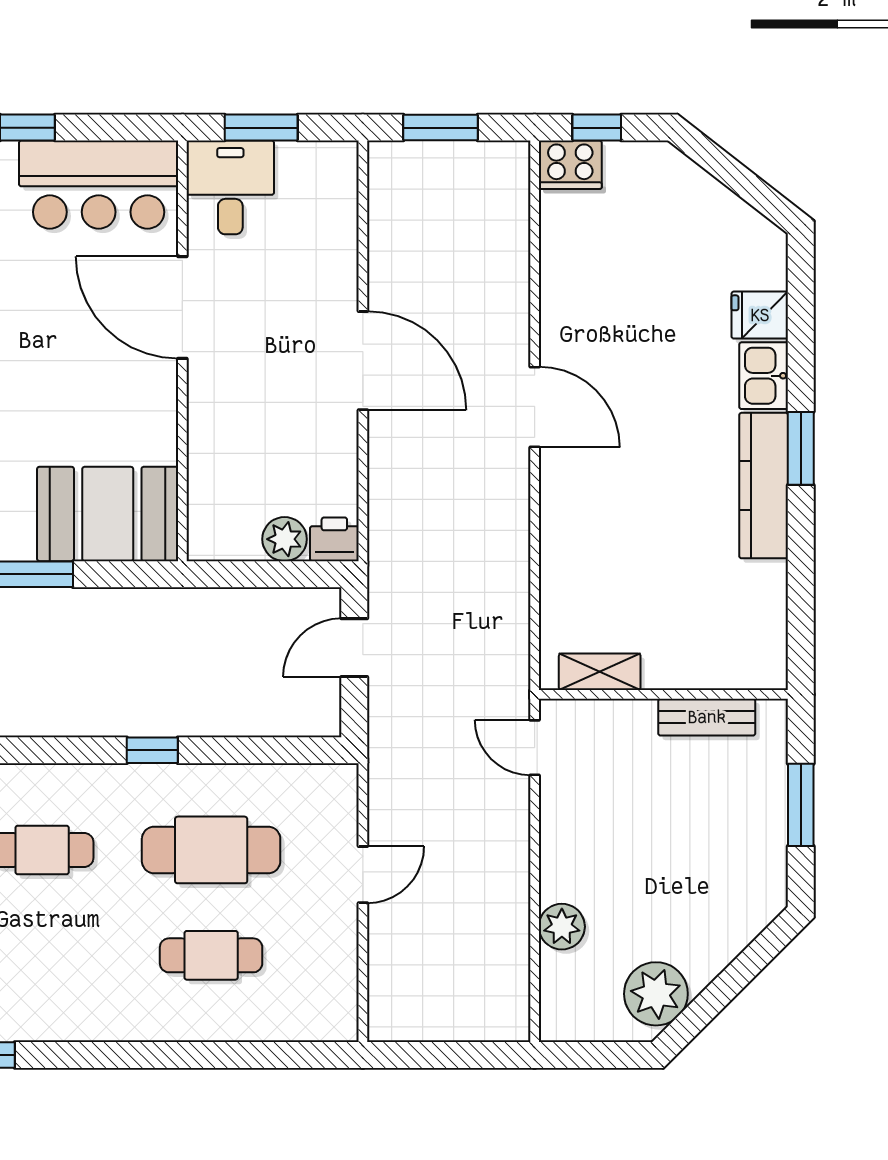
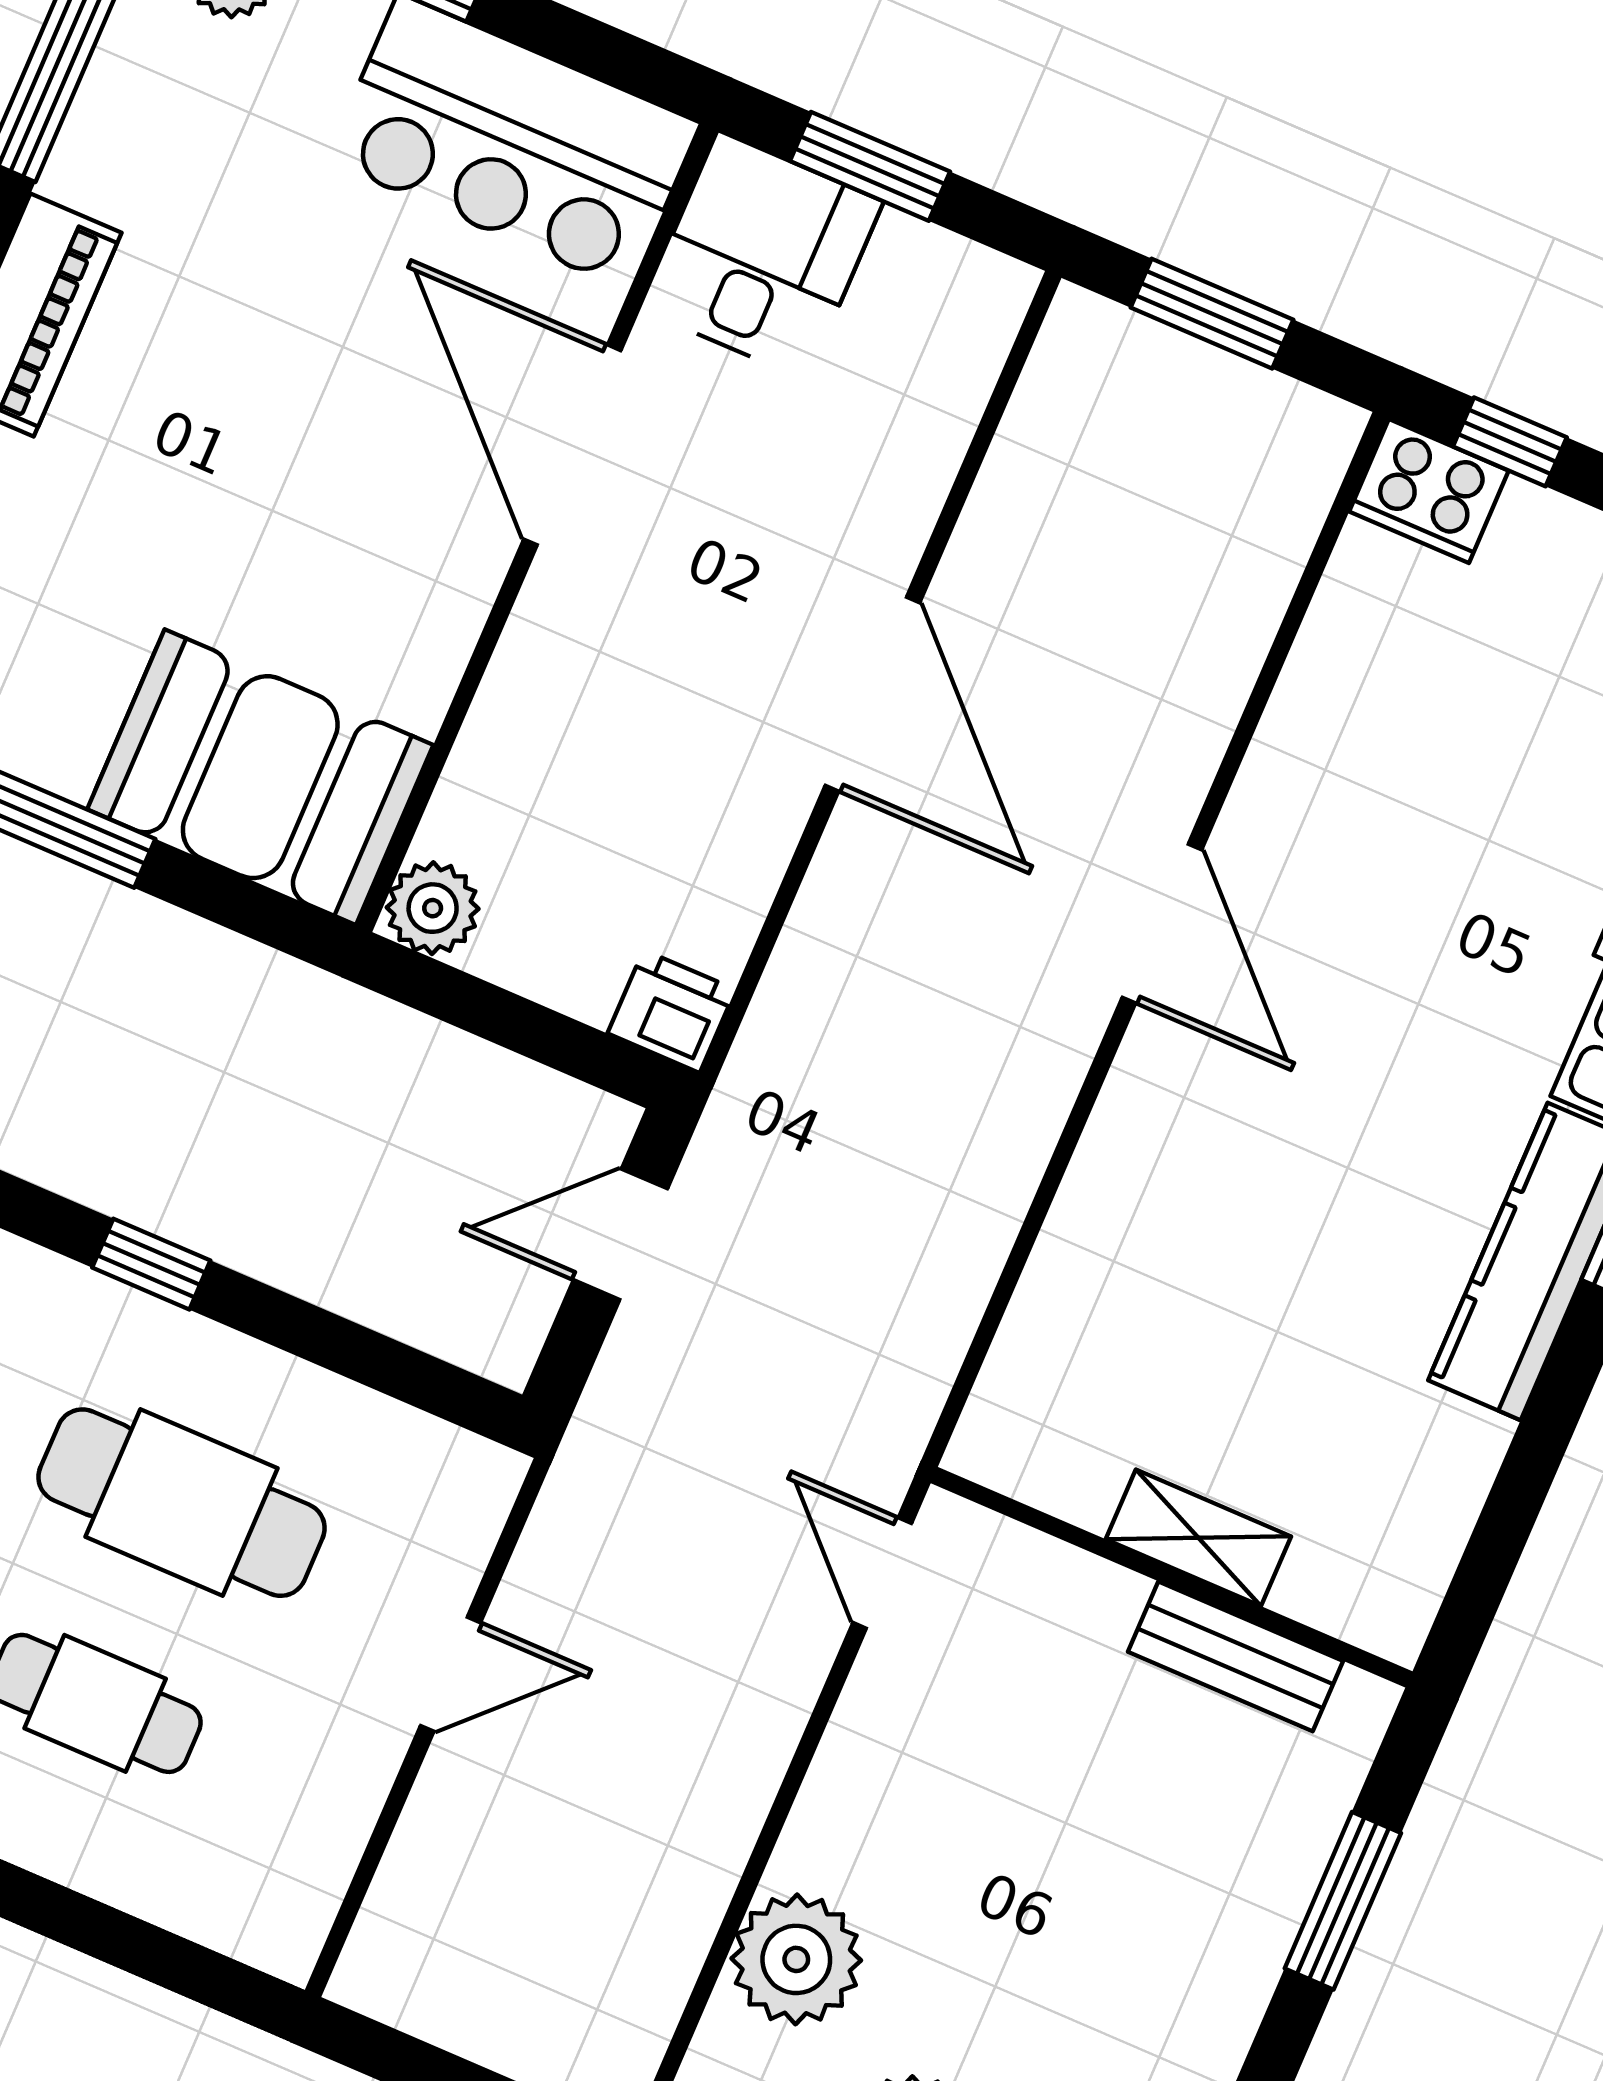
plant: (285, 539) -> (433, 908), moved
shelving: (600, 672) -> (1198, 1538), moved
plant: (562, 927) -> (796, 1959), width x1.36, depth x1.36

